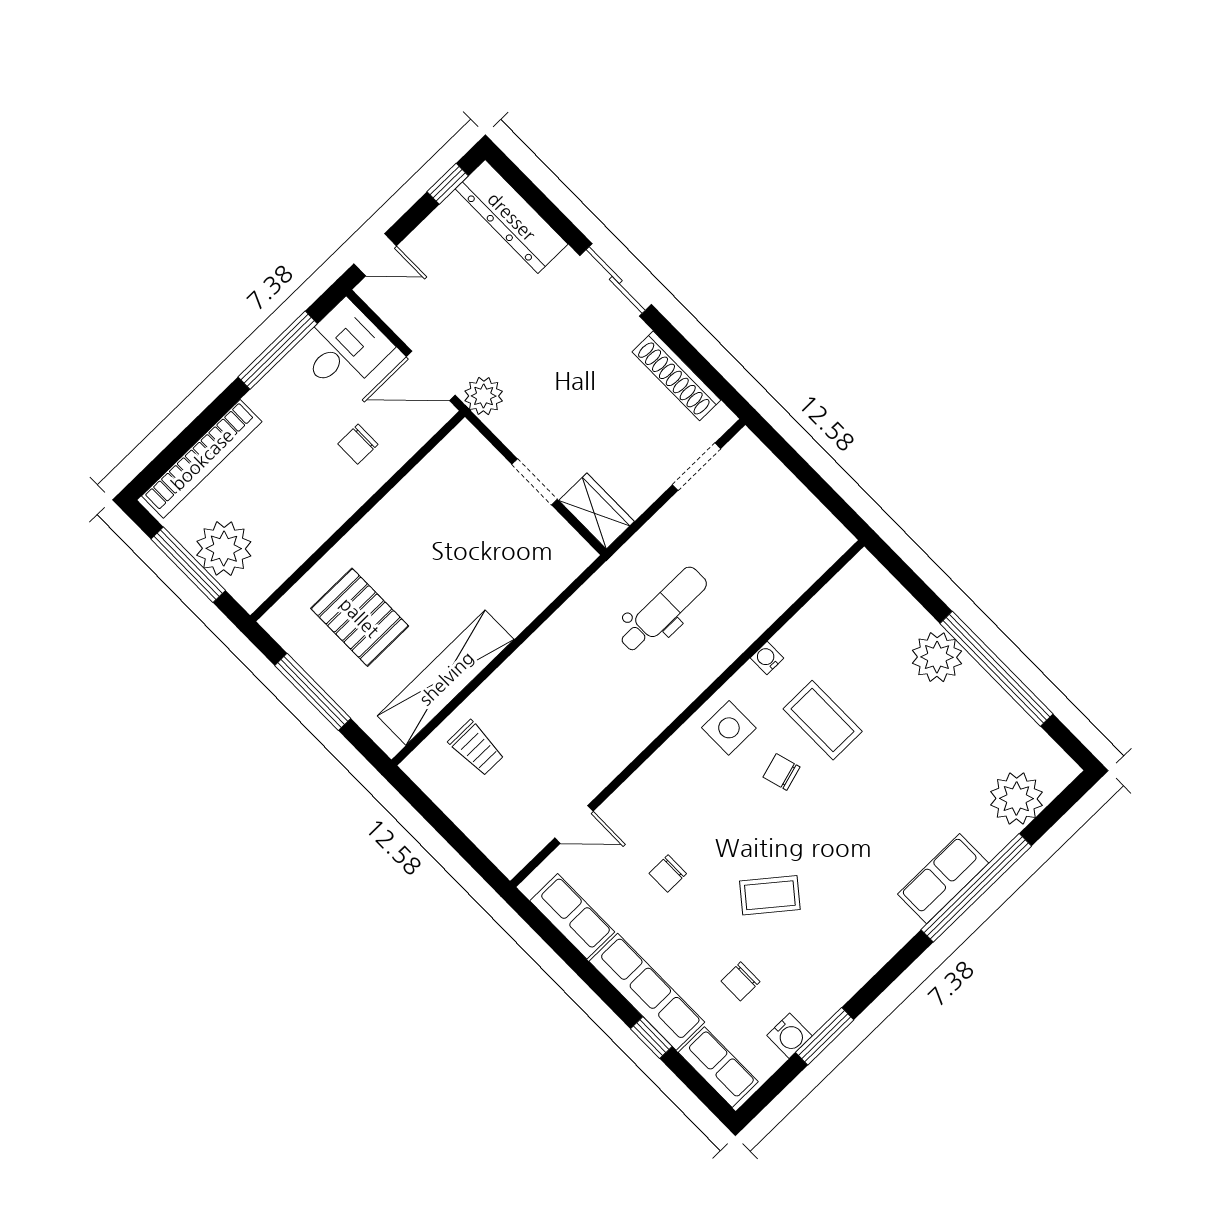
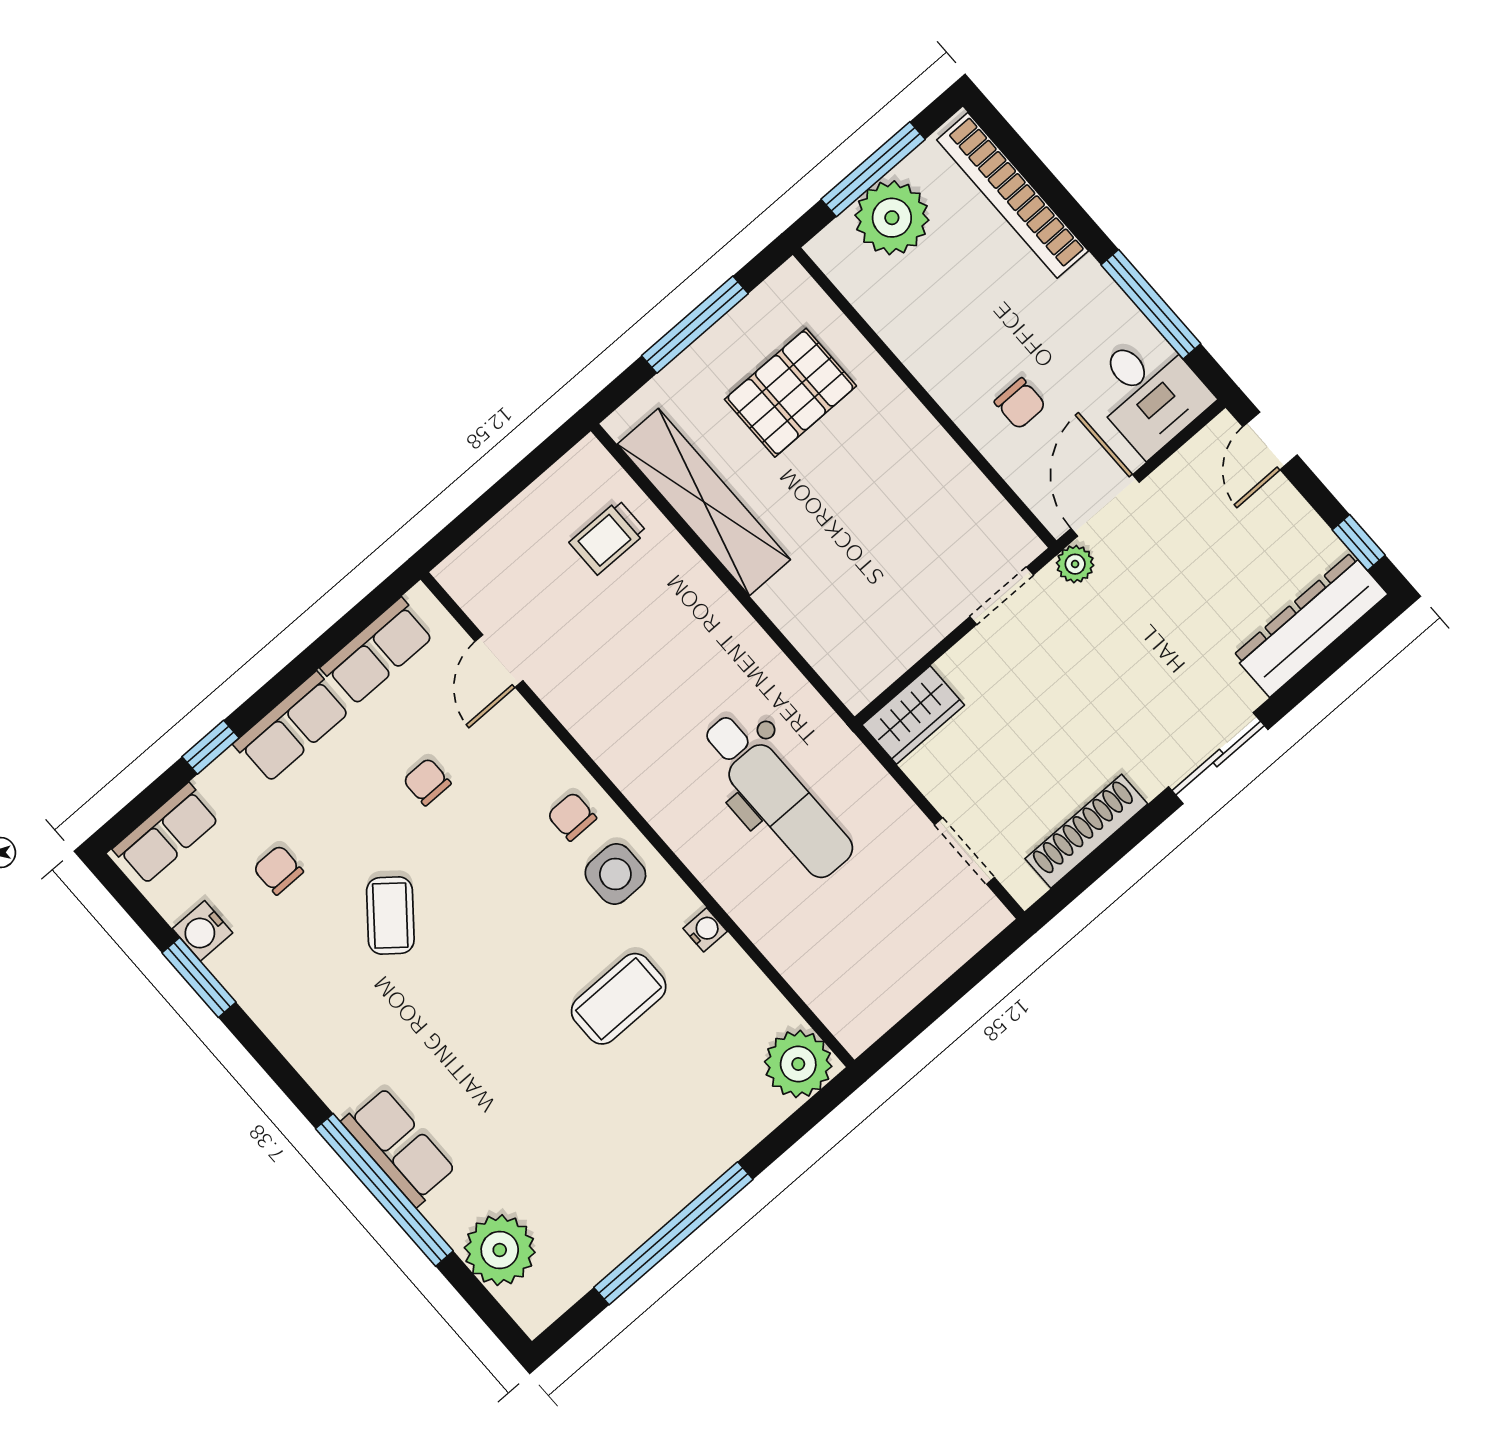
plant: (484, 396) -> (1075, 564), width x0.73, depth x0.73
chair: (358, 444) -> (1020, 404), turned 180
doorway: (534, 482) -> (1002, 596), moved
dental chair: (663, 610) -> (777, 795), width x1.36, depth x1.38
plant: (937, 657) -> (798, 1064), moved
chair: (781, 772) -> (572, 817), moved, turned -74
row of seats: (647, 992) -> (292, 727), width x0.68

